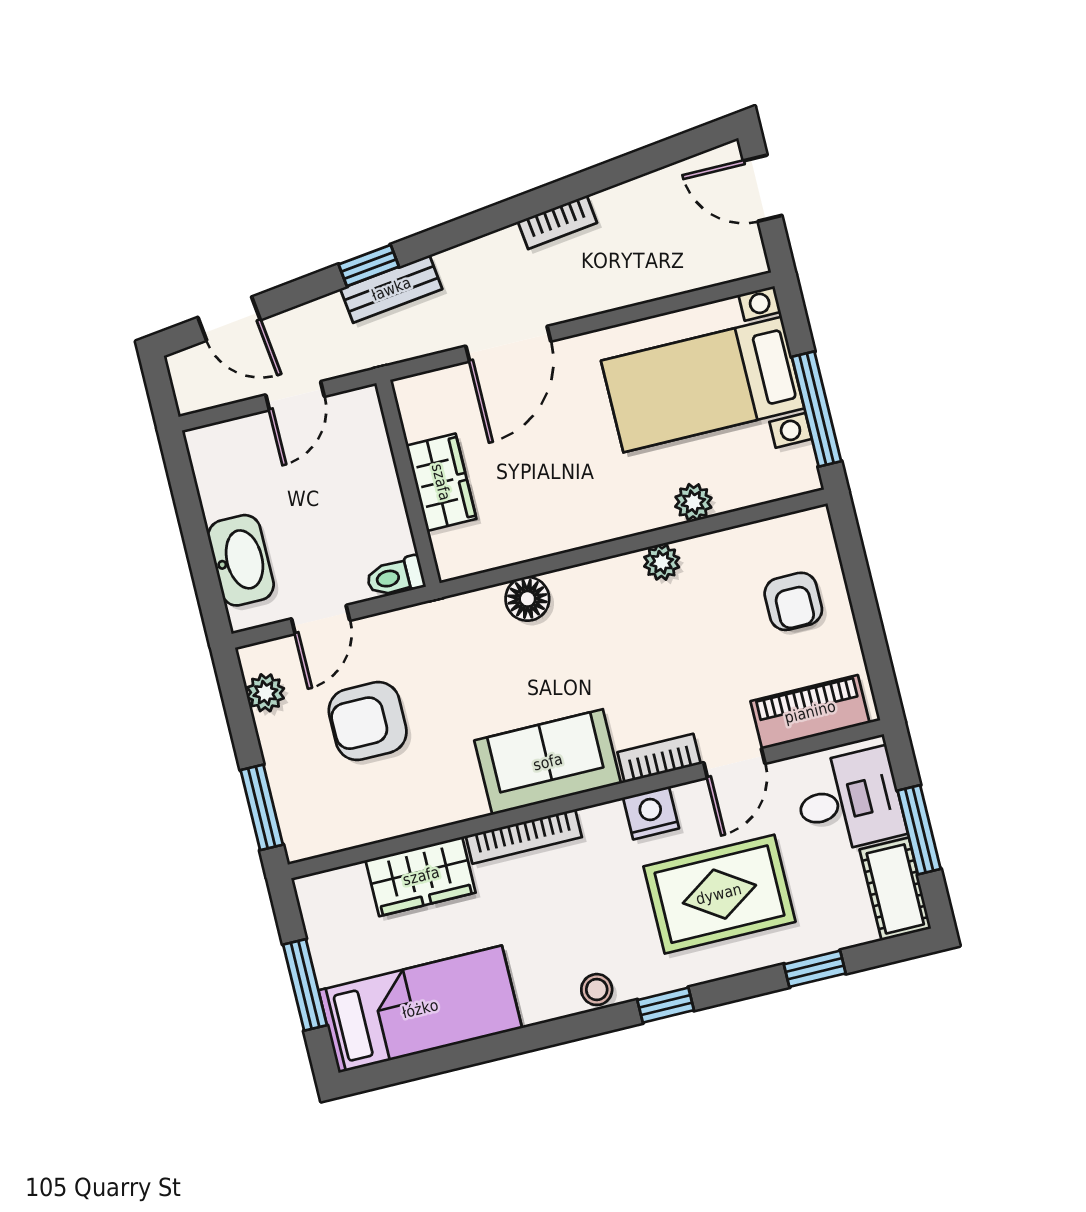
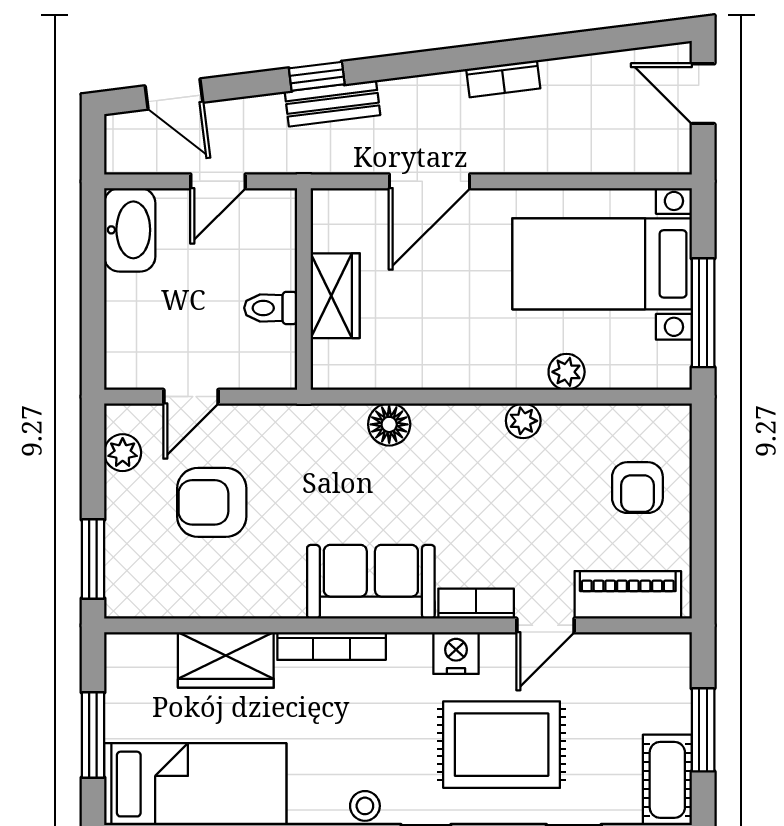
washbasin: (241, 560) -> (130, 230), moved
toilet: (395, 577) -> (271, 308), moved
desk: (849, 801) -> (644, 687), removed

